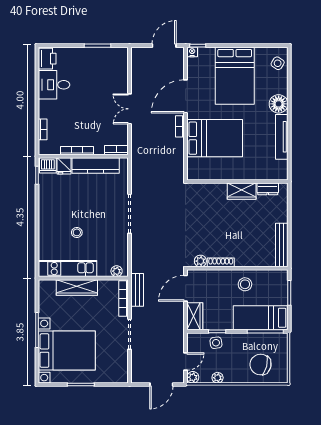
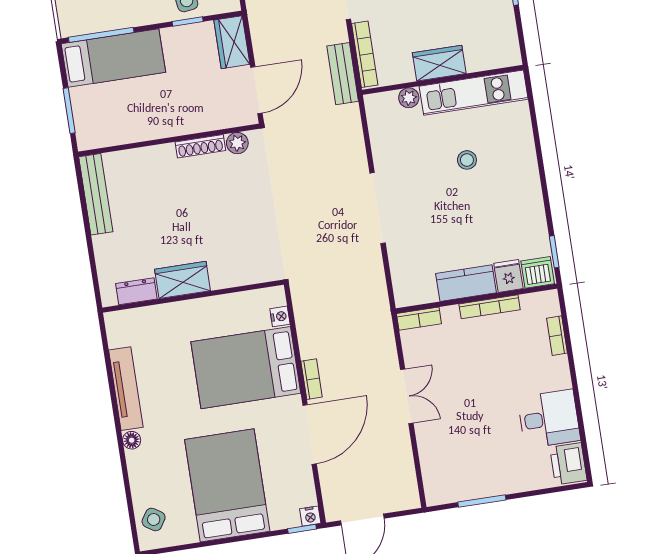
floor lamp: (279, 104) -> (132, 440), width x0.53, depth x0.53
nightstand: (192, 163) -> (280, 316), added
kitchen counter: (96, 166) -> (466, 283), width x0.67
plant: (117, 271) -> (409, 98), moved
stool: (245, 284) -> (151, 114), removed
wardrobe: (77, 287) -> (439, 63), width x0.67

